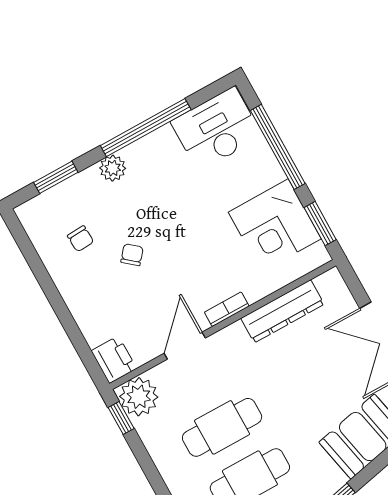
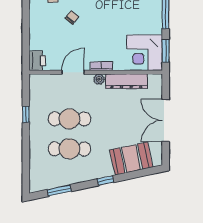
corner desk: (275, 225) -> (144, 53), moved
plant: (139, 397) -> (99, 79), moved, width x0.53, depth x0.53
window: (121, 418) -> (26, 114), moved

